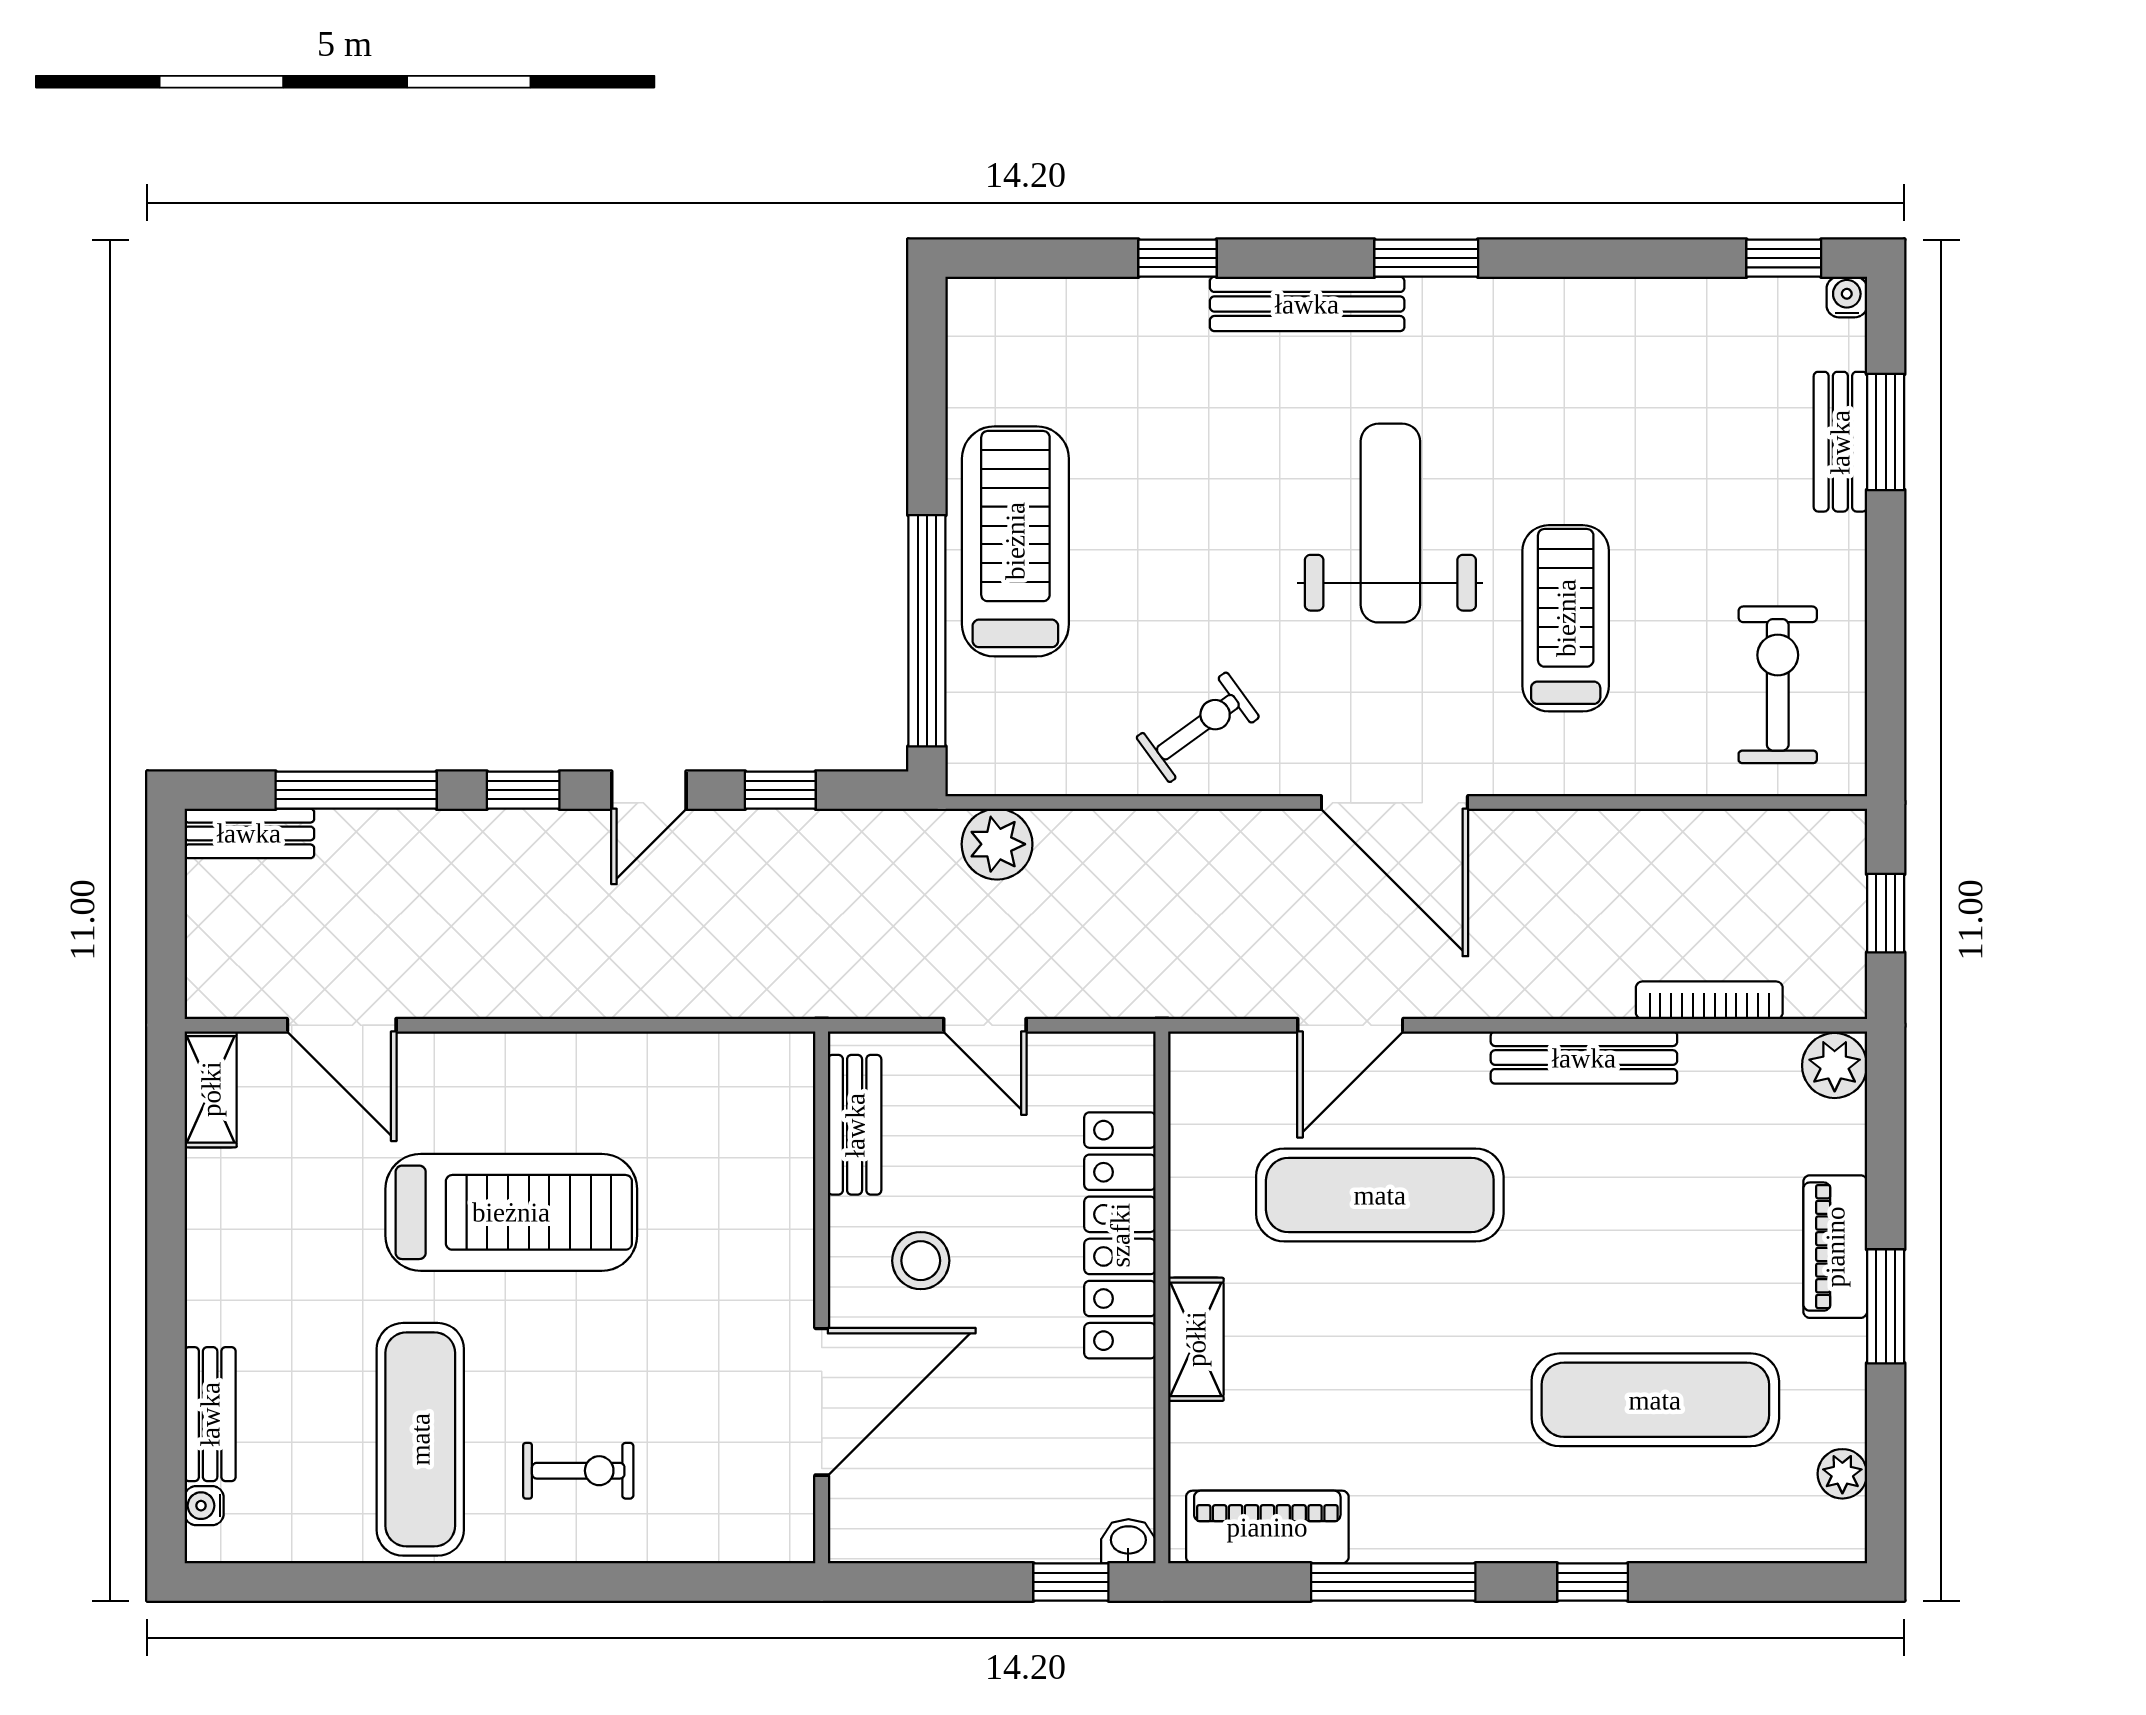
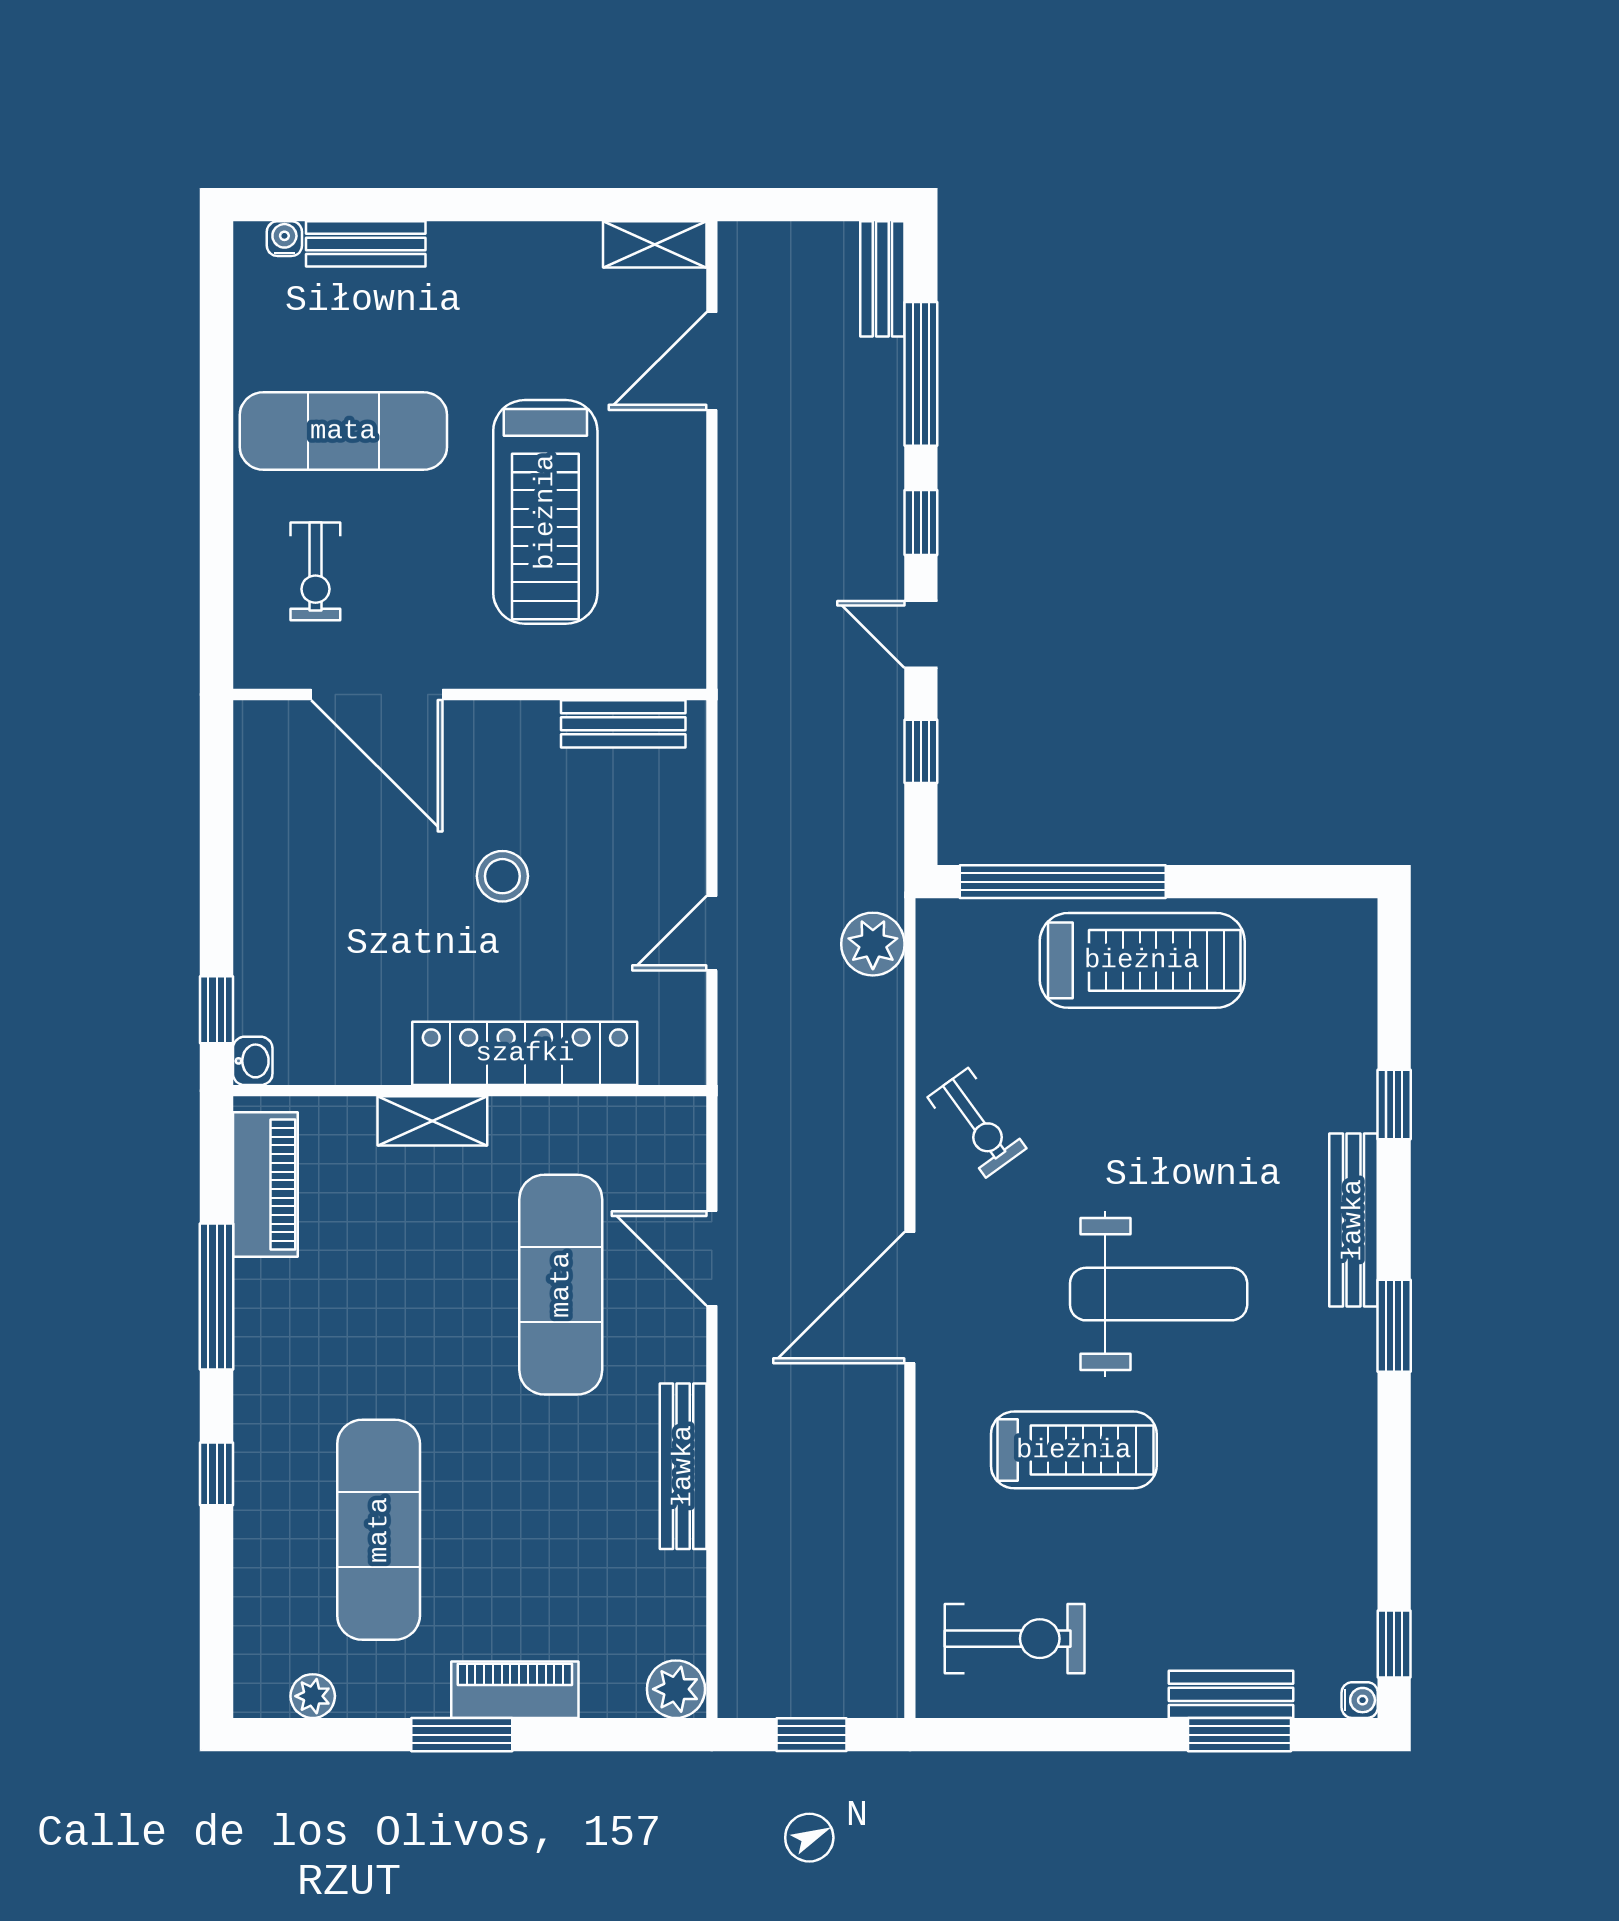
bookcase: (1709, 1000) -> (734, 1578), removed
bench: (855, 1125) -> (623, 724), moved
wall: (822, 1297) -> (470, 695), moved
door: (822, 1402) -> (377, 695), moved

